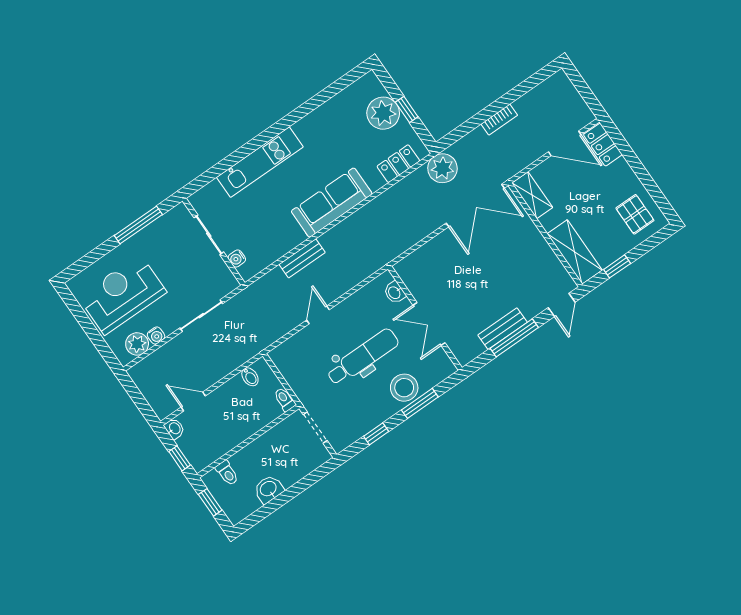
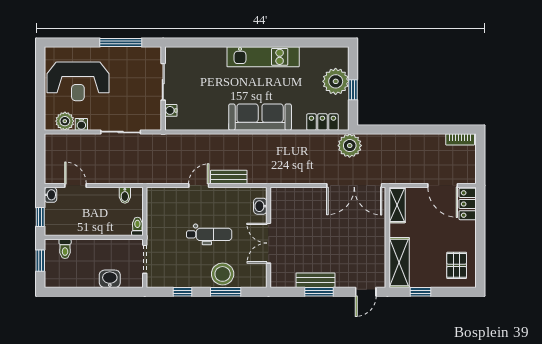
bookcase: (499, 120) -> (460, 139), moved
kitchen unit: (260, 162) -> (263, 57), moved
bench: (302, 258) -> (229, 177), moved
reception desk: (122, 294) -> (78, 81), turned 180
window: (514, 338) -> (319, 292), width x0.69
dental chair: (363, 357) -> (209, 234), width x0.73, depth x0.72
washbasin: (269, 489) -> (110, 279), moved

